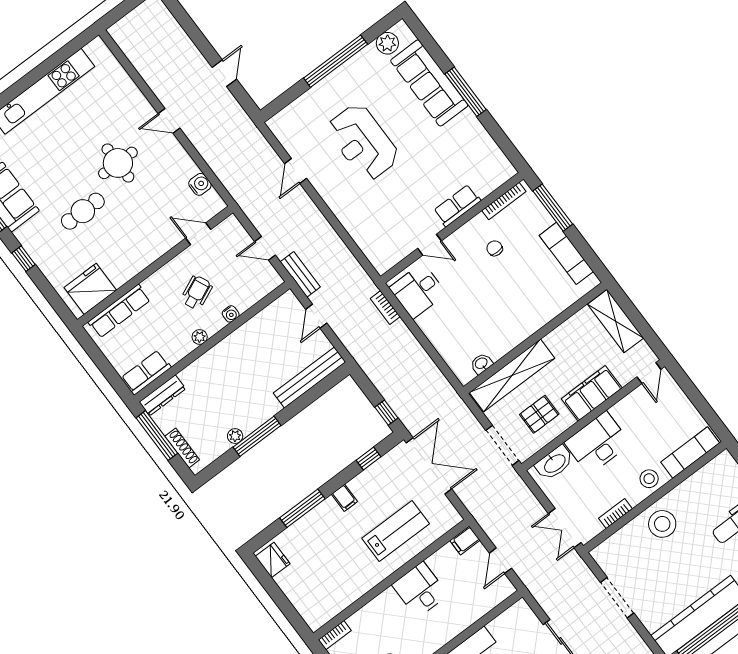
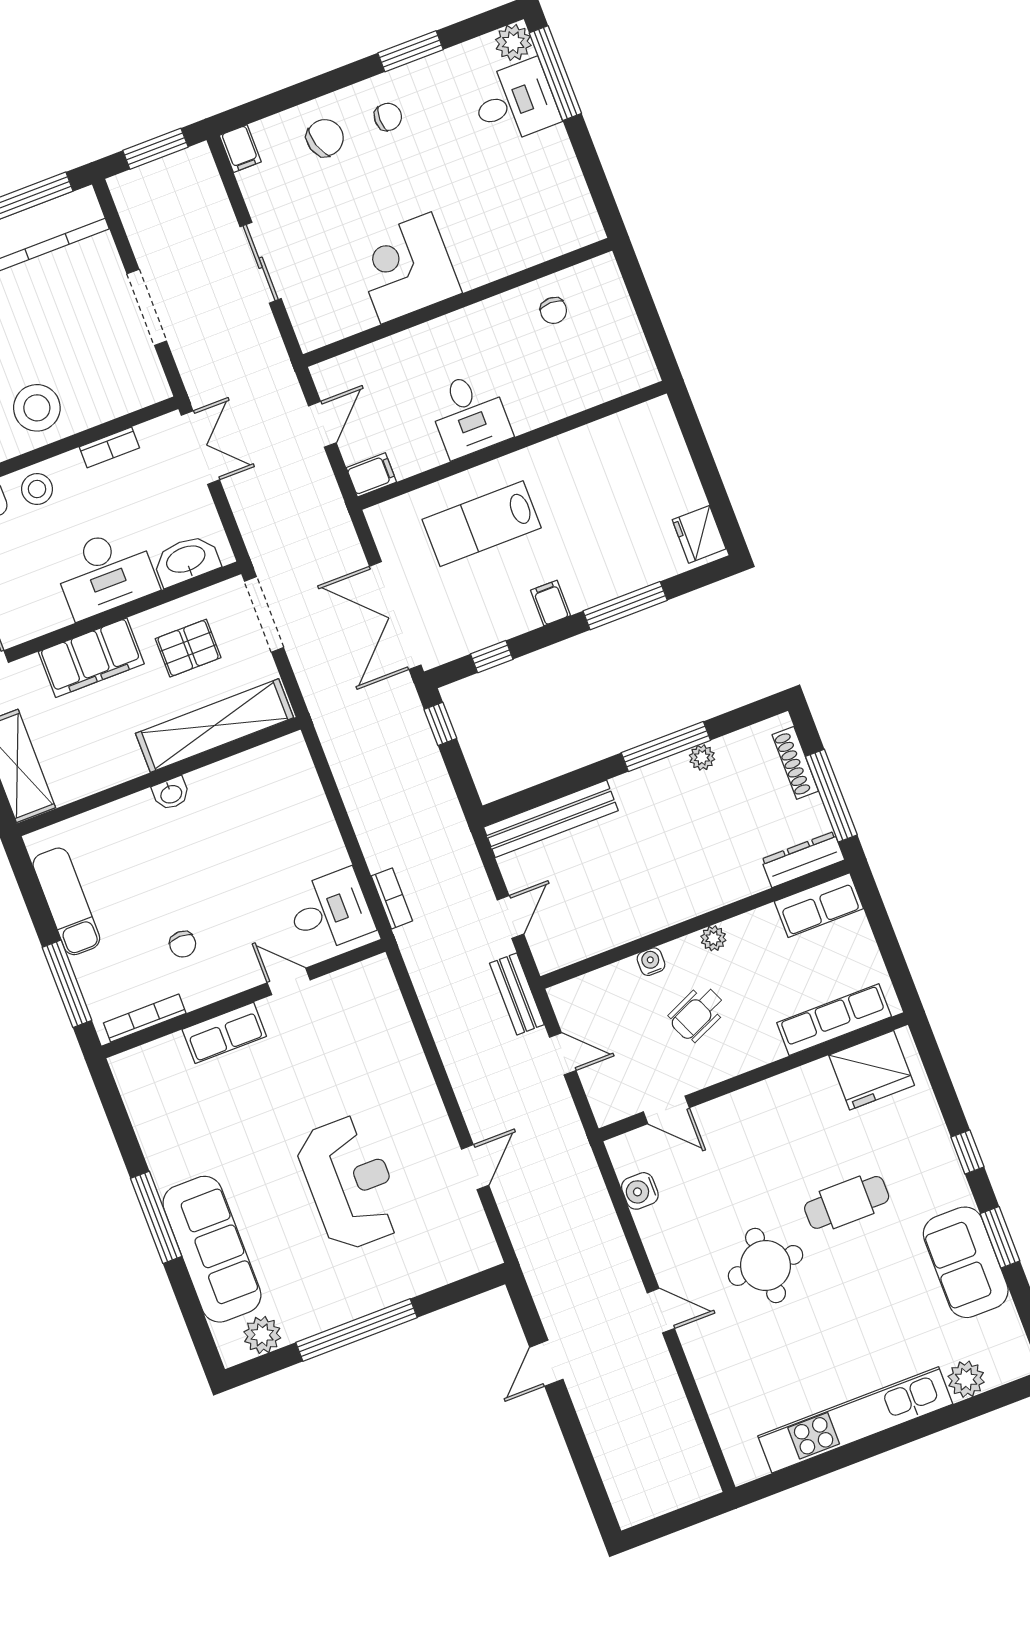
washbasin: (481, 364) -> (171, 794), moved
bookcase: (335, 635) -> (632, 380), removed

